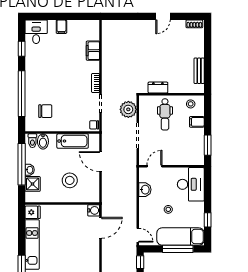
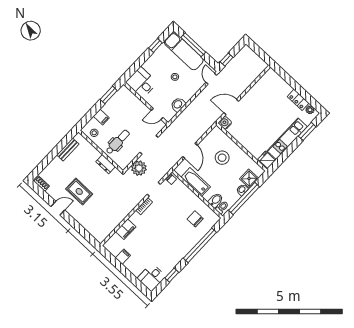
filing cabinet: (61, 27) -> (123, 257), moved
rug: (158, 46) -> (79, 191), added
desk: (191, 184) -> (141, 82), width x0.73

